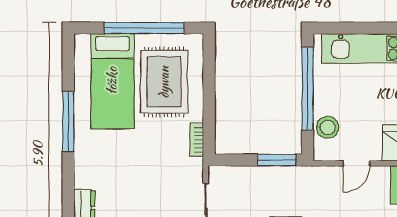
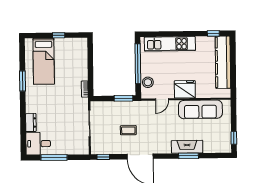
window: (144, 28) -> (59, 35), width x0.32
rug: (164, 82) -> (69, 61), removed
window: (68, 122) -> (22, 81), width x0.69

